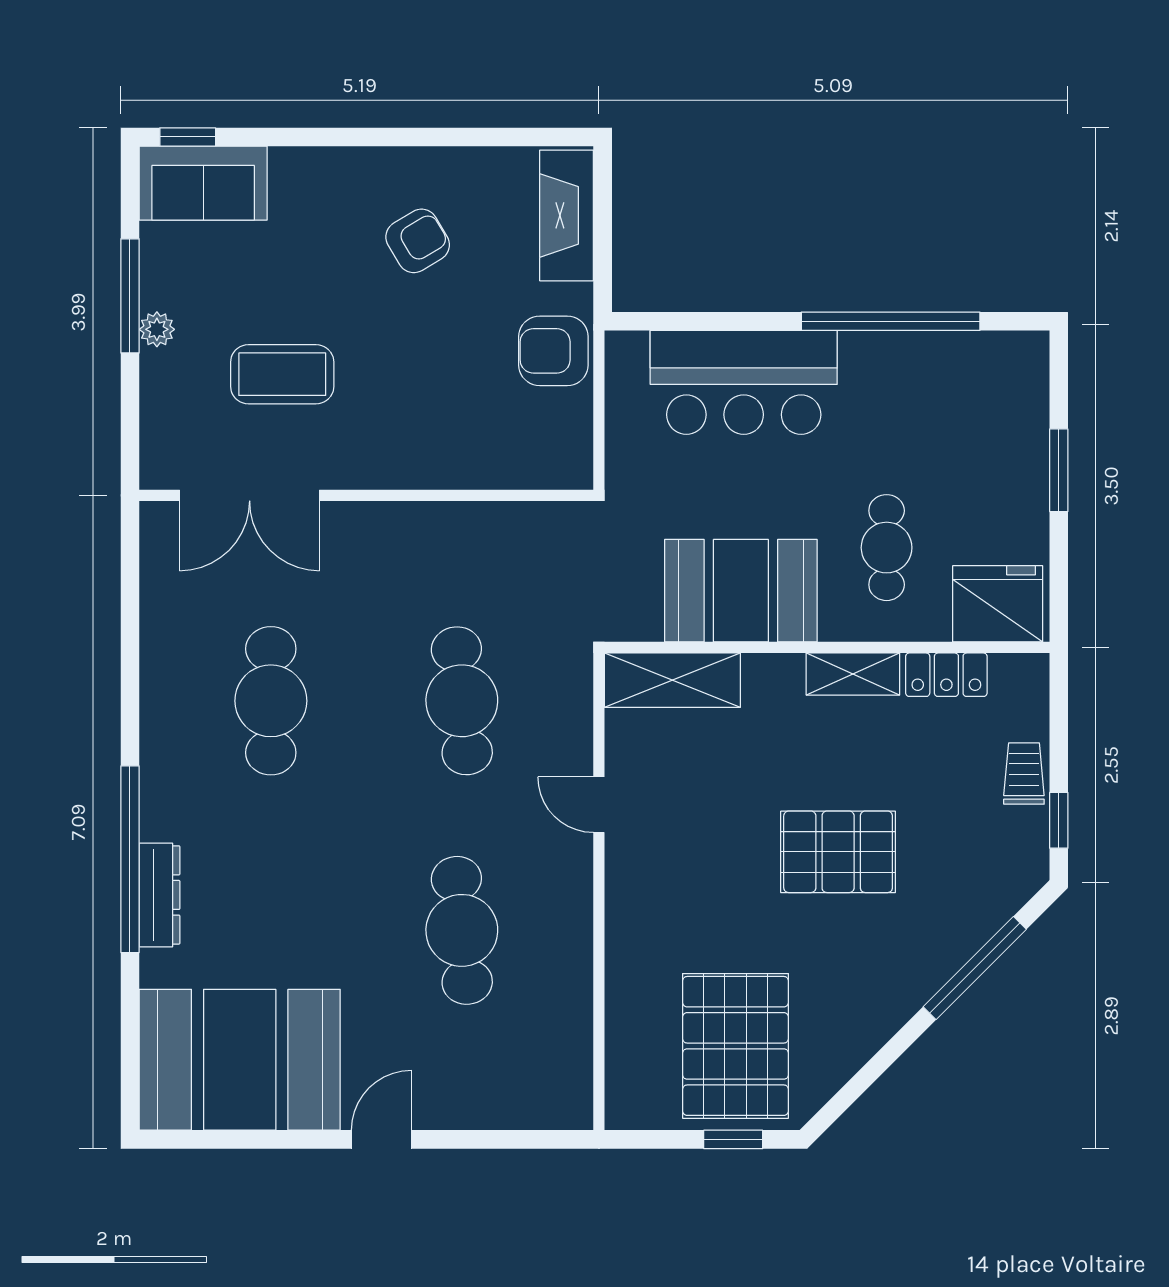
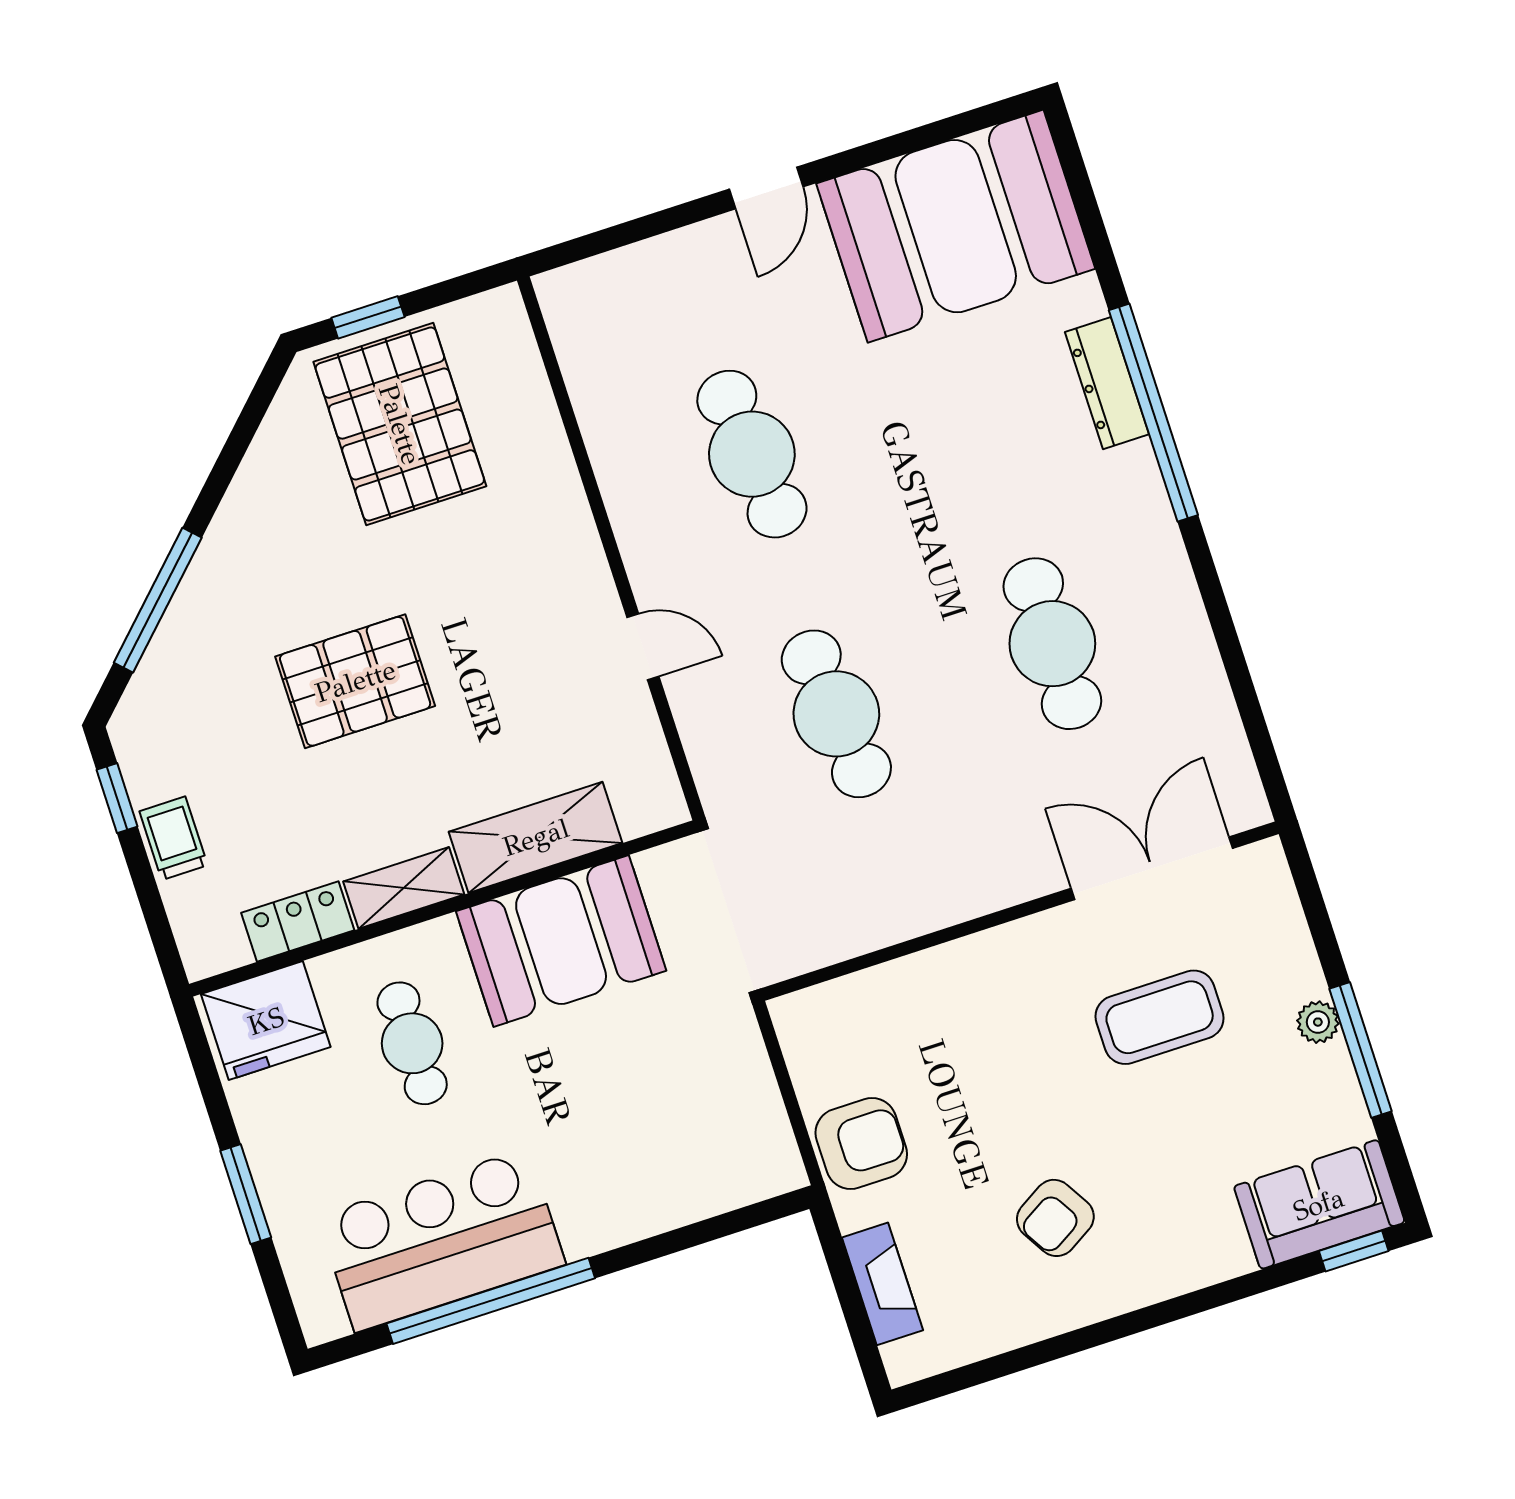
fireplace: (567, 215) -> (882, 1284), width x0.73, depth x0.76
bar counter: (744, 382) -> (442, 1240), moved
shelving: (672, 680) -> (536, 837), moved
trolley: (1024, 774) -> (174, 838), turned 180

